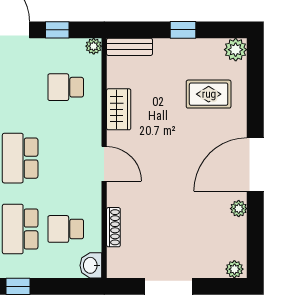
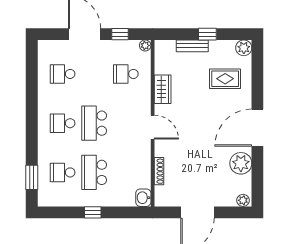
bench: (129, 47) -> (192, 46), moved
plant: (239, 209) -> (241, 163), width x1.88, depth x1.88
school desk: (66, 229) -> (126, 172), removed

